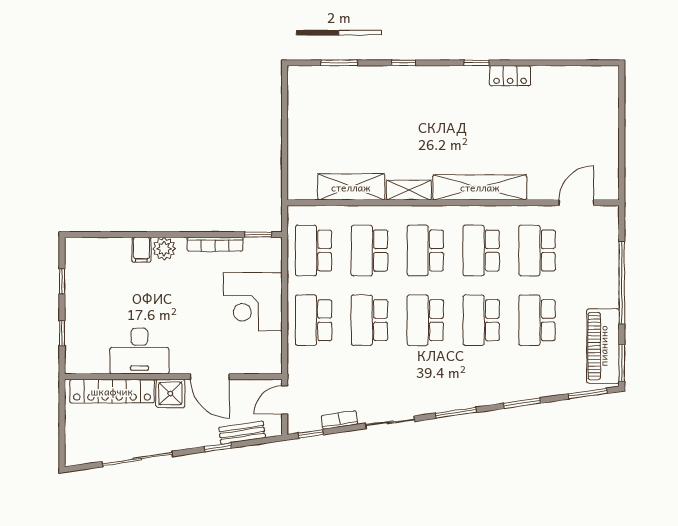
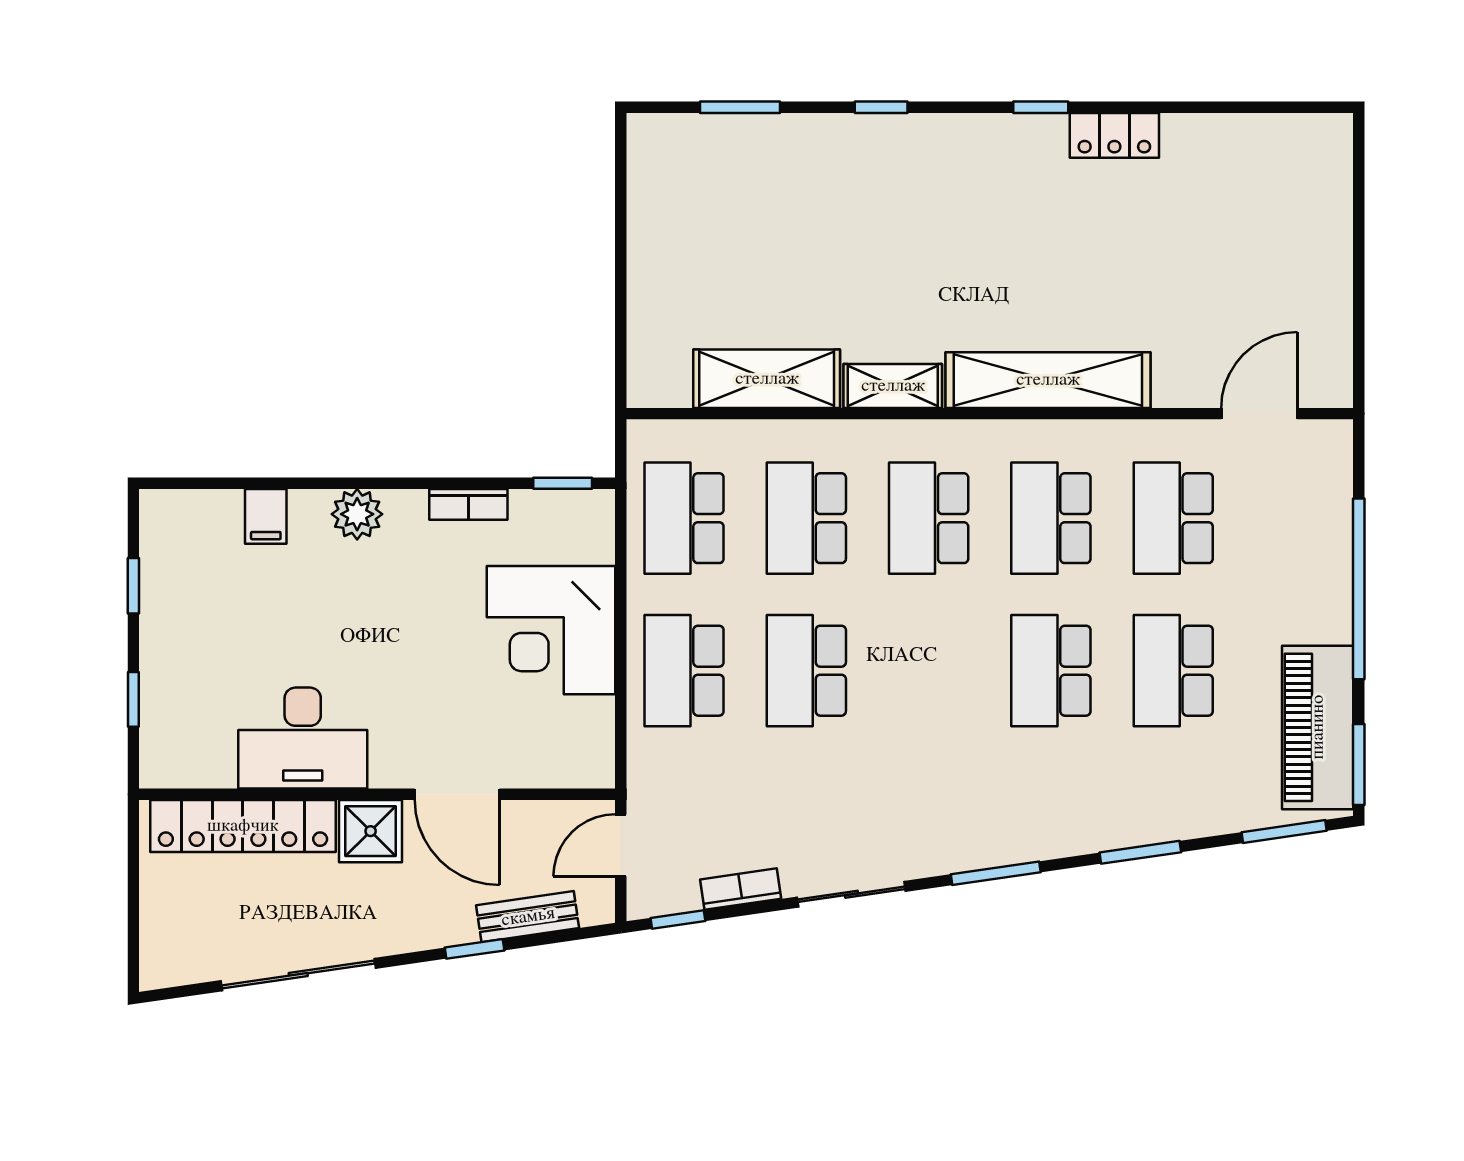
bookcase: (215, 244) -> (468, 504), width x0.64
filing cabinet: (141, 250) -> (266, 516), moved
school desk: (425, 320) -> (929, 671), removed

